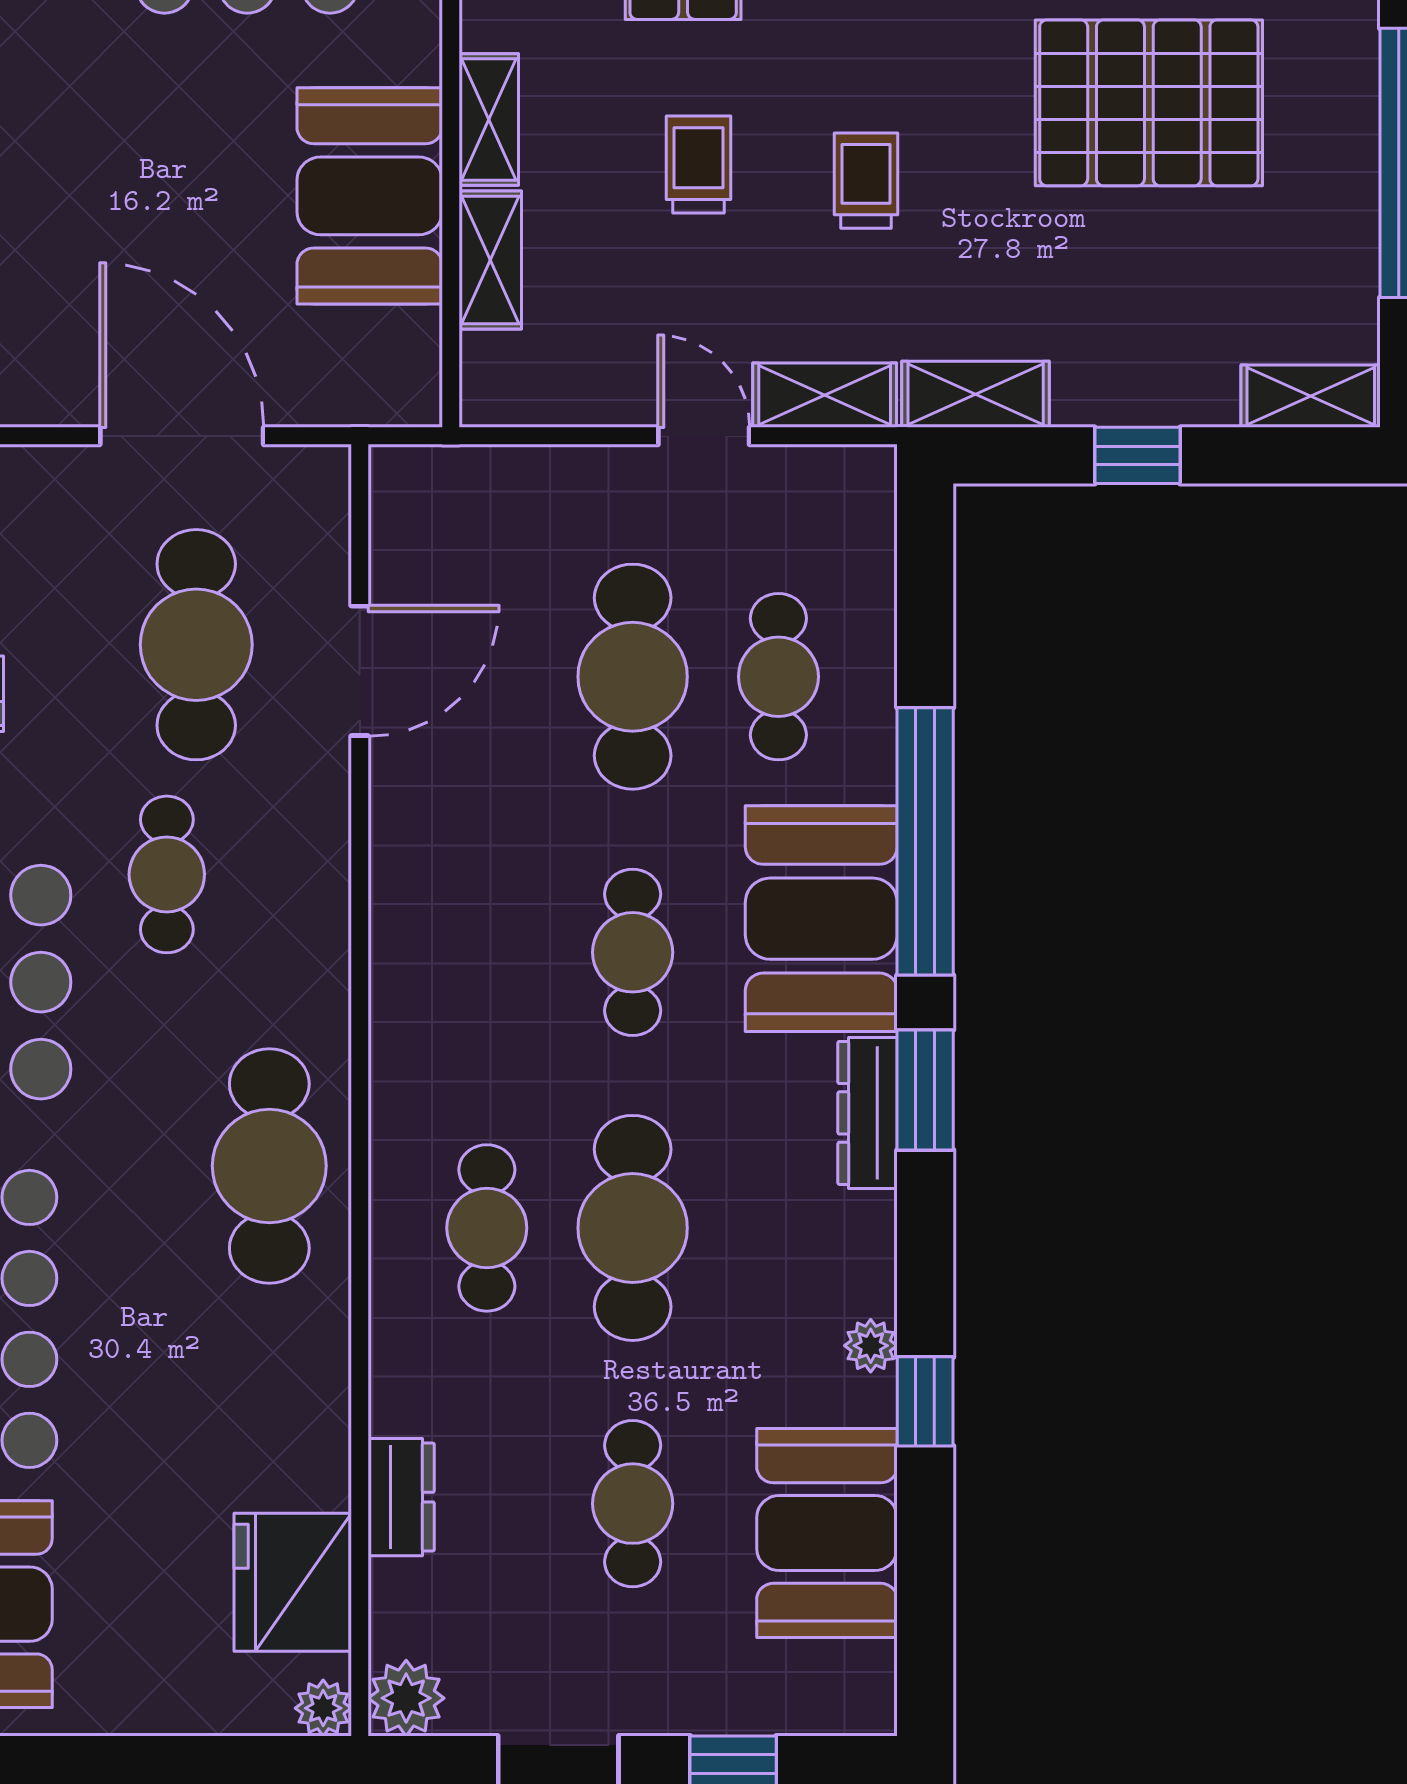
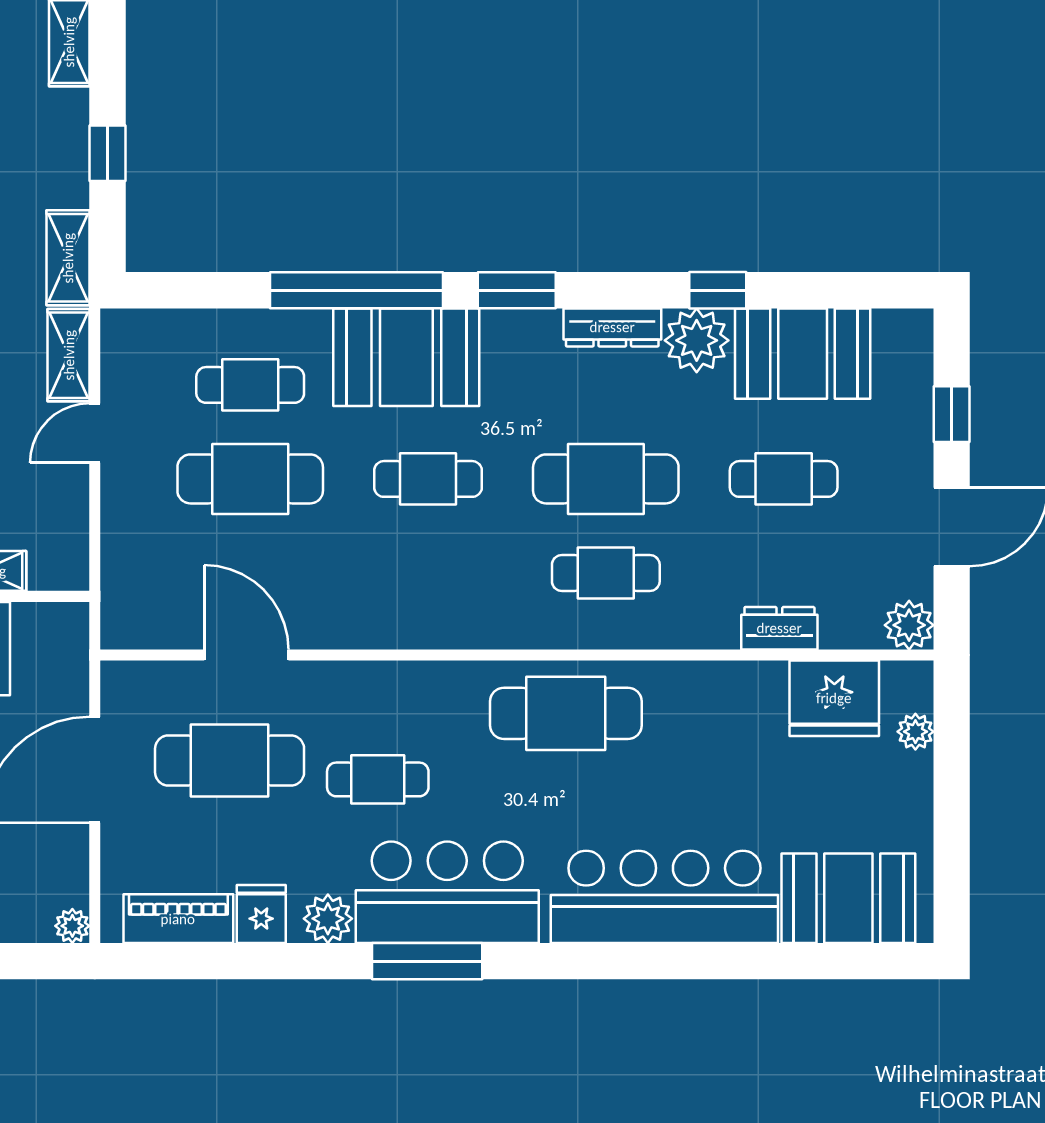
dresser: (868, 1113) -> (612, 327), moved
plant: (871, 1346) -> (697, 340), width x1.88, depth x1.88
plant: (323, 1708) -> (915, 732), moved

